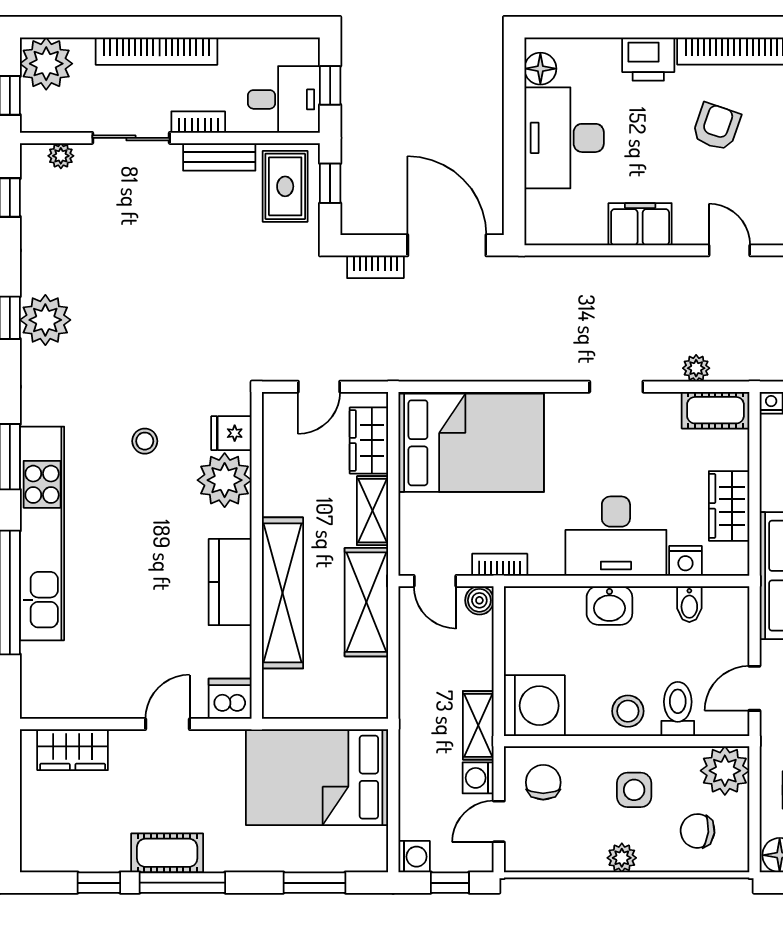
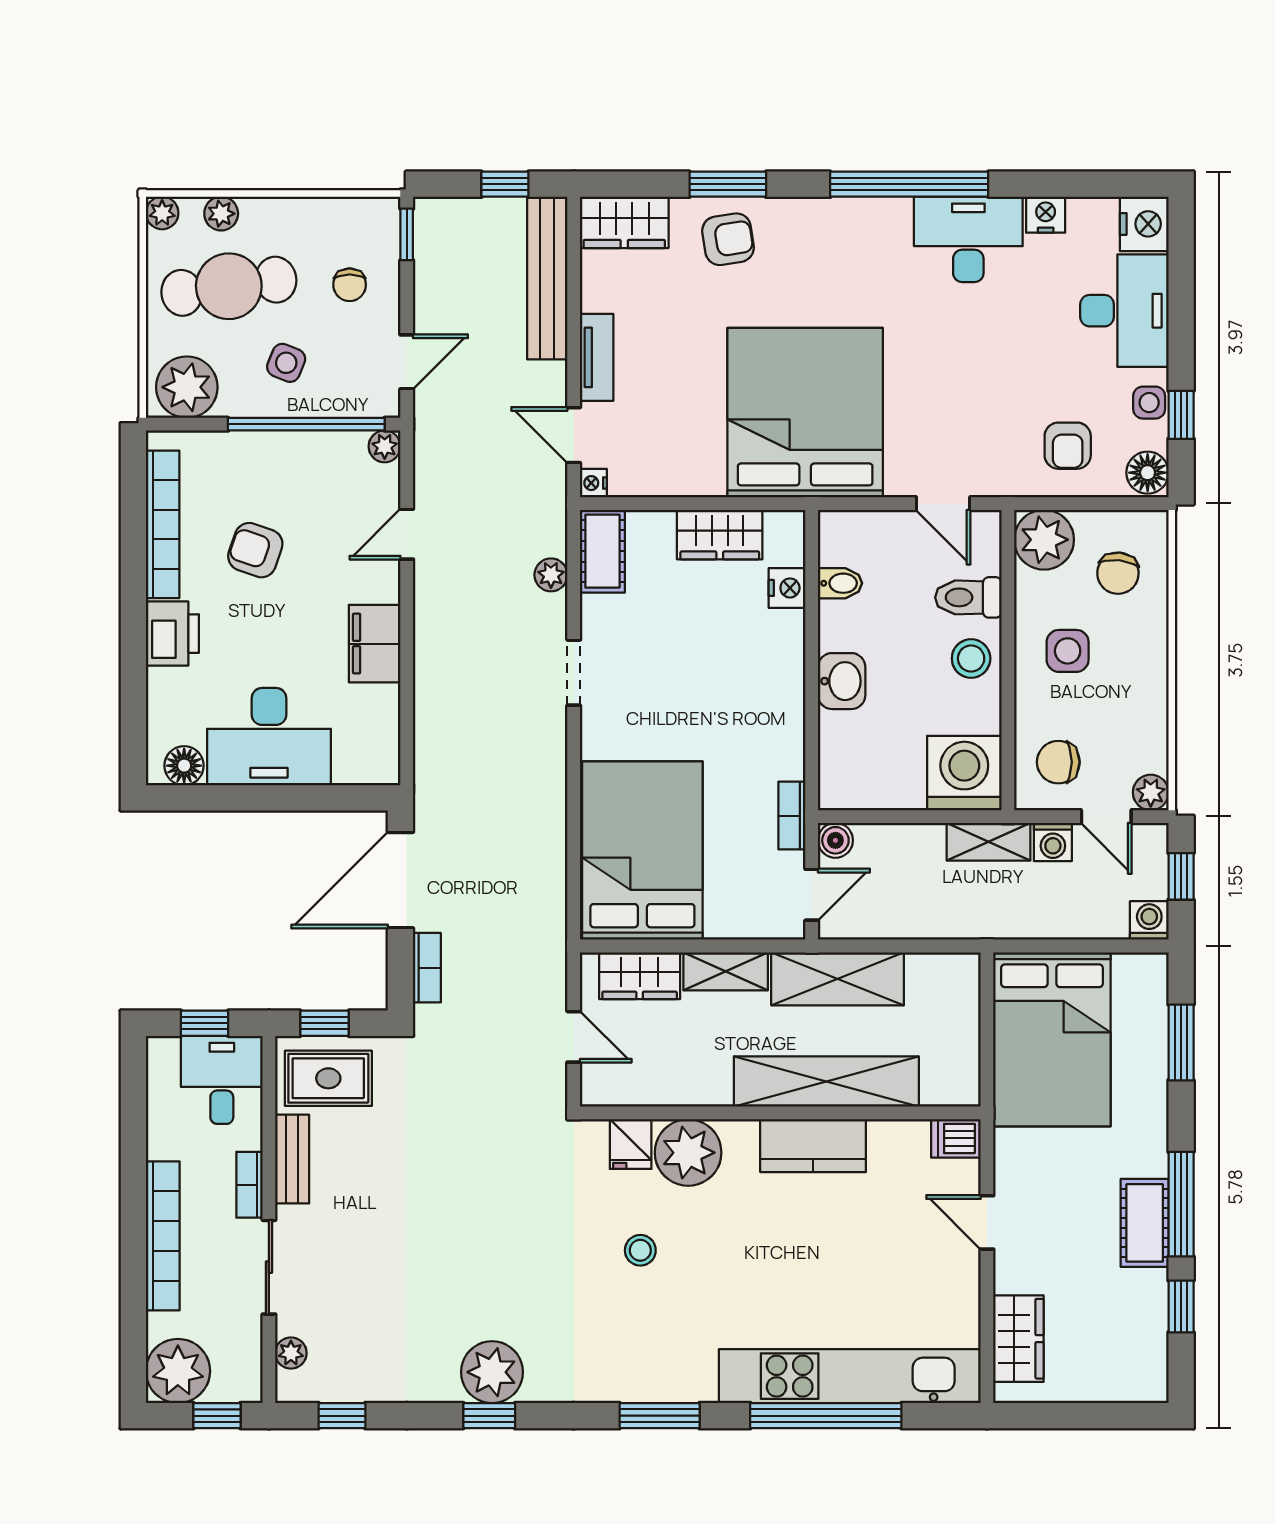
kitchen unit: (42, 533) -> (850, 1376), moved
desk: (616, 536) -> (757, 673), removed
dishwasher: (230, 699) -> (956, 1138), width x0.73
plant: (622, 858) -> (1151, 792), moved

